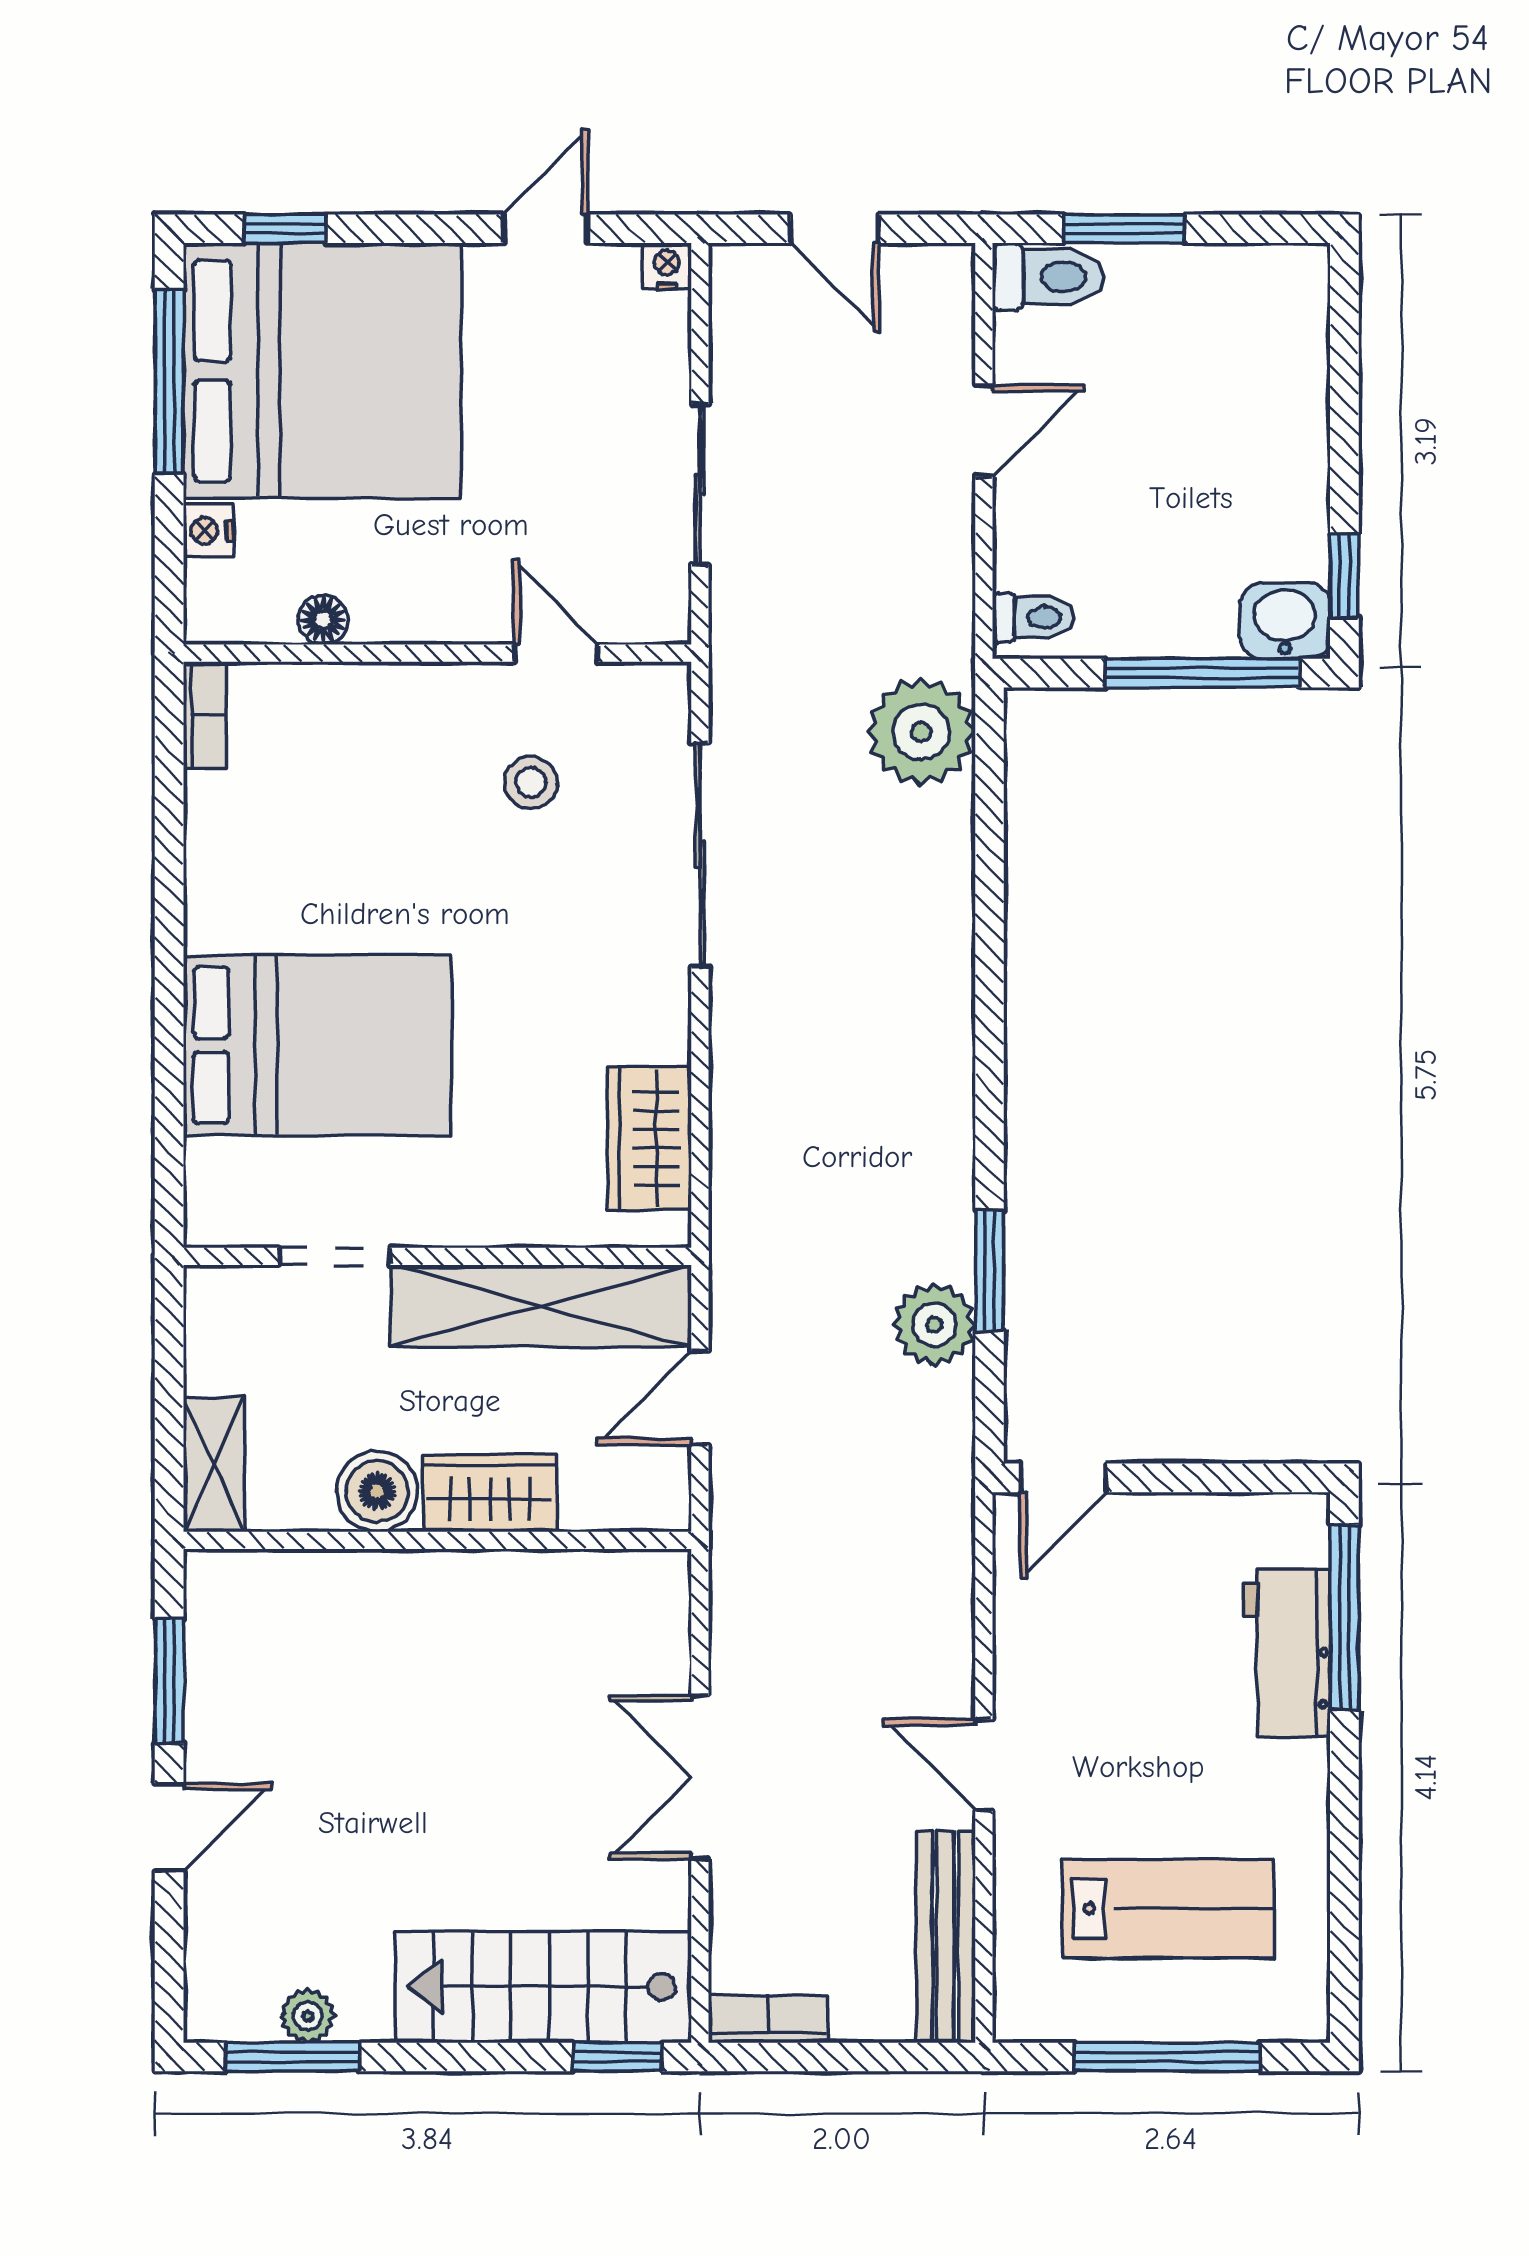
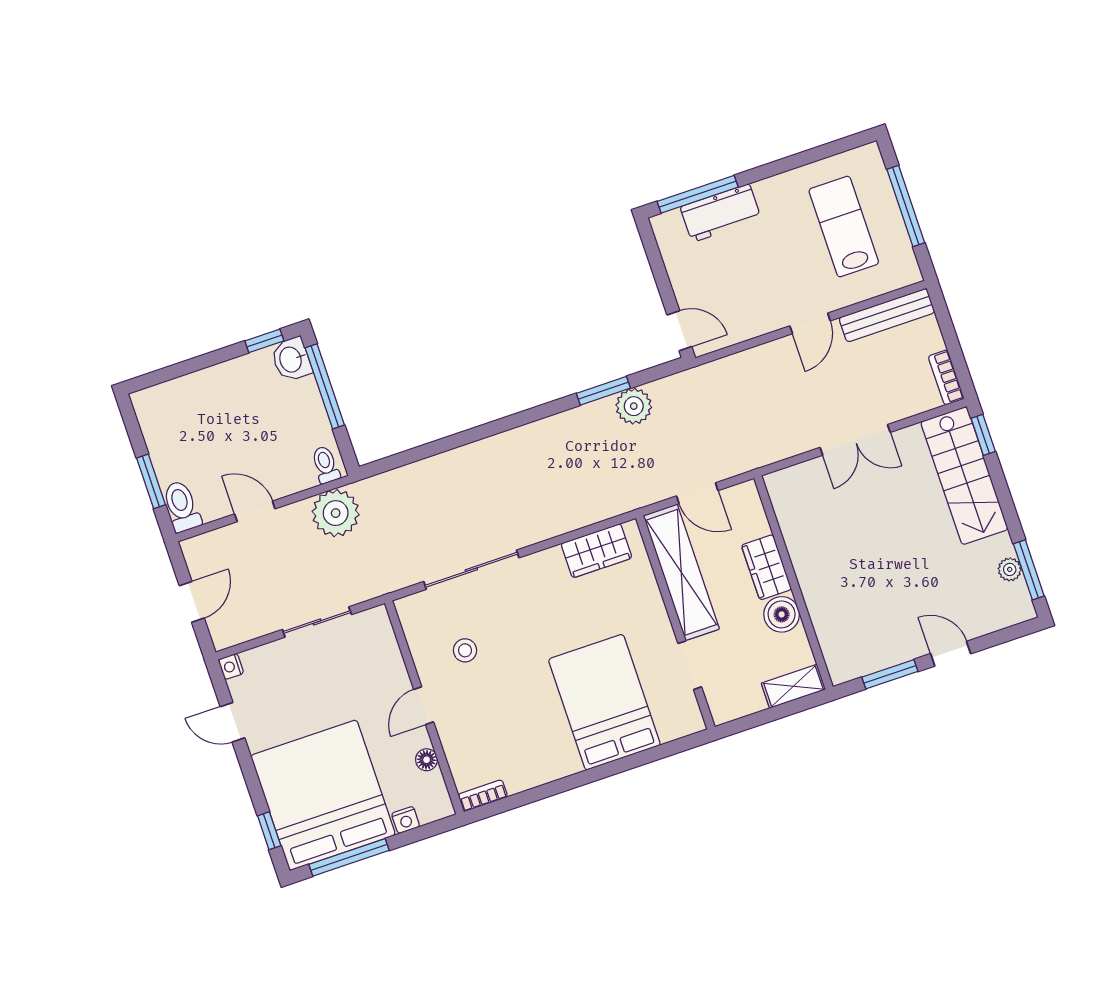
door: (556, 653) -> (424, 706), moved
plant: (921, 732) -> (336, 513), moved

